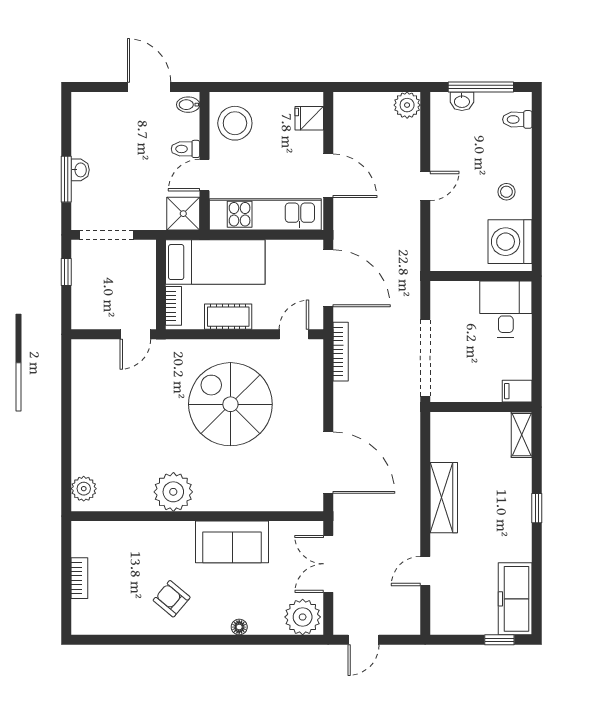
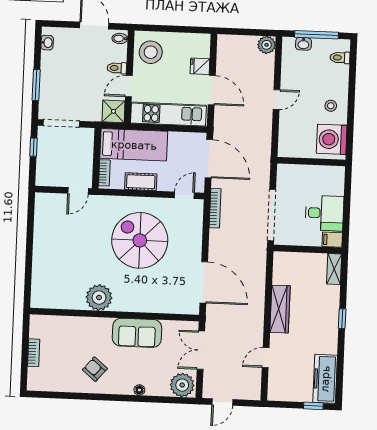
fridge: (309, 118) -> (200, 66), moved
washbasin: (80, 170) -> (47, 43), moved
desk: (506, 309) -> (324, 213), moved, turned 90
plant: (84, 489) -> (39, 293), removed

